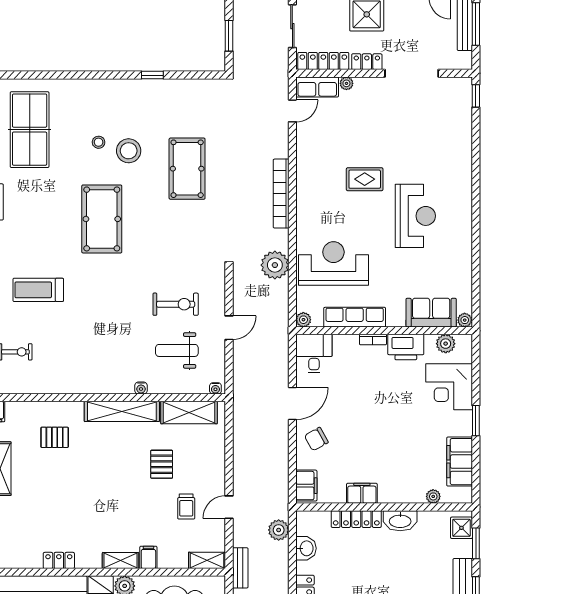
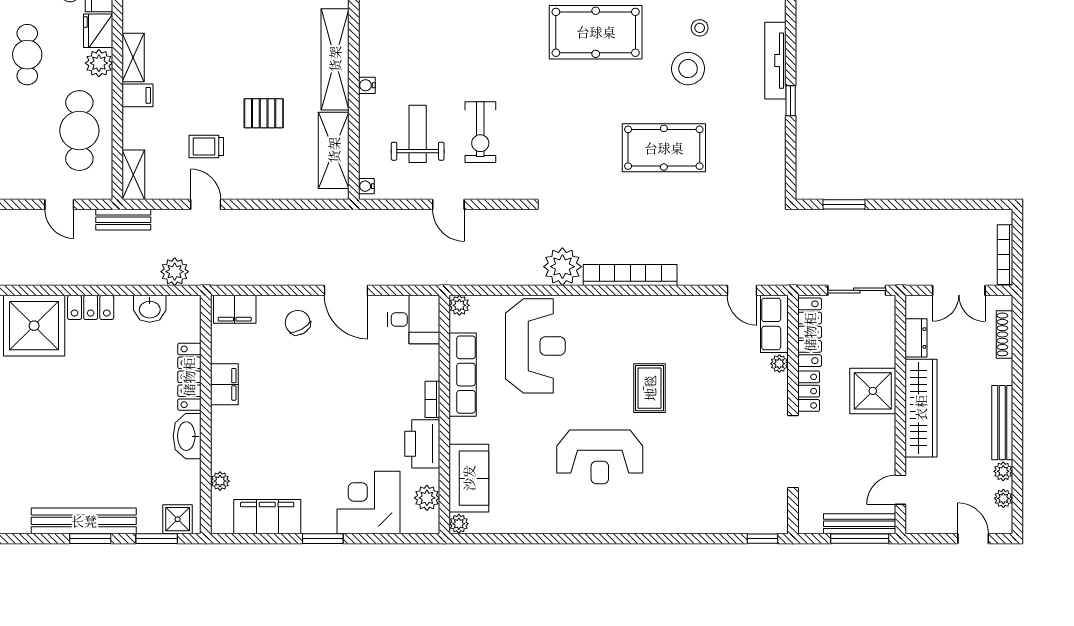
tv unit: (123, 86) -> (775, 61), added
plant: (275, 265) -> (562, 267), moved

